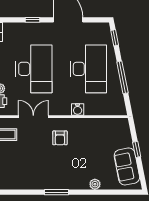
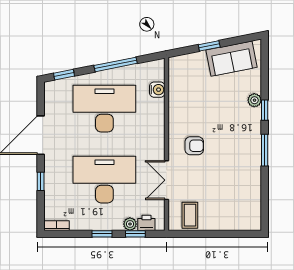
water cooler: (78, 109) -> (157, 90), moved
window: (87, 192) -> (265, 110), added

